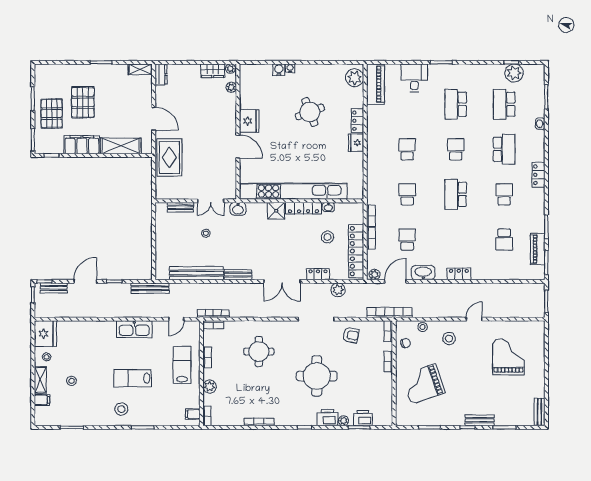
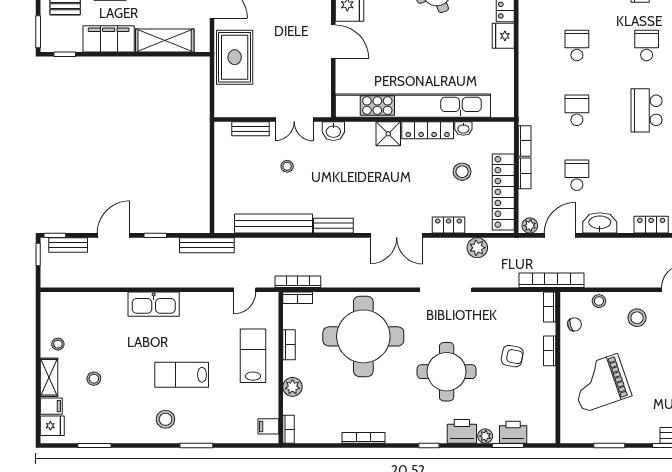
kitchen sink: (134, 329) -> (154, 304), moved
fridge: (45, 334) -> (52, 426), moved, width x0.53, depth x0.75
armchair: (351, 335) -> (512, 356), moved
round table: (259, 352) -> (363, 336), width x1.86, depth x1.86

